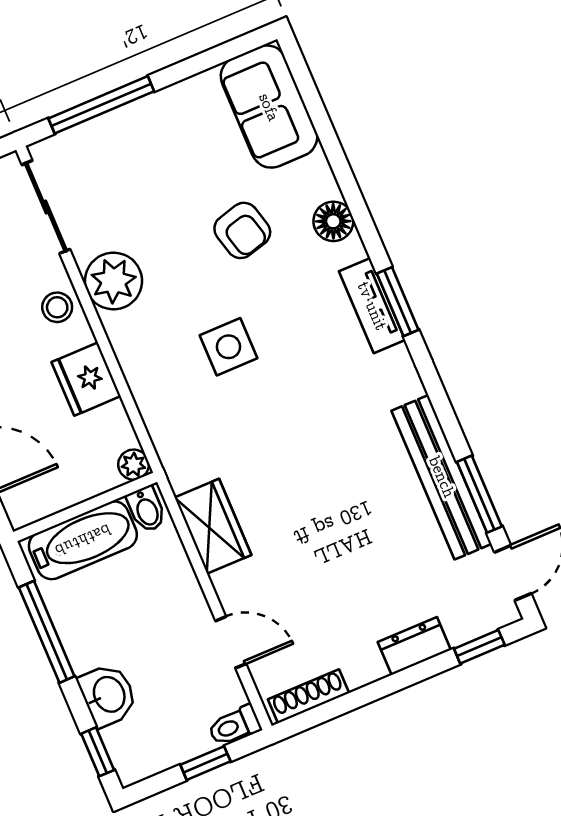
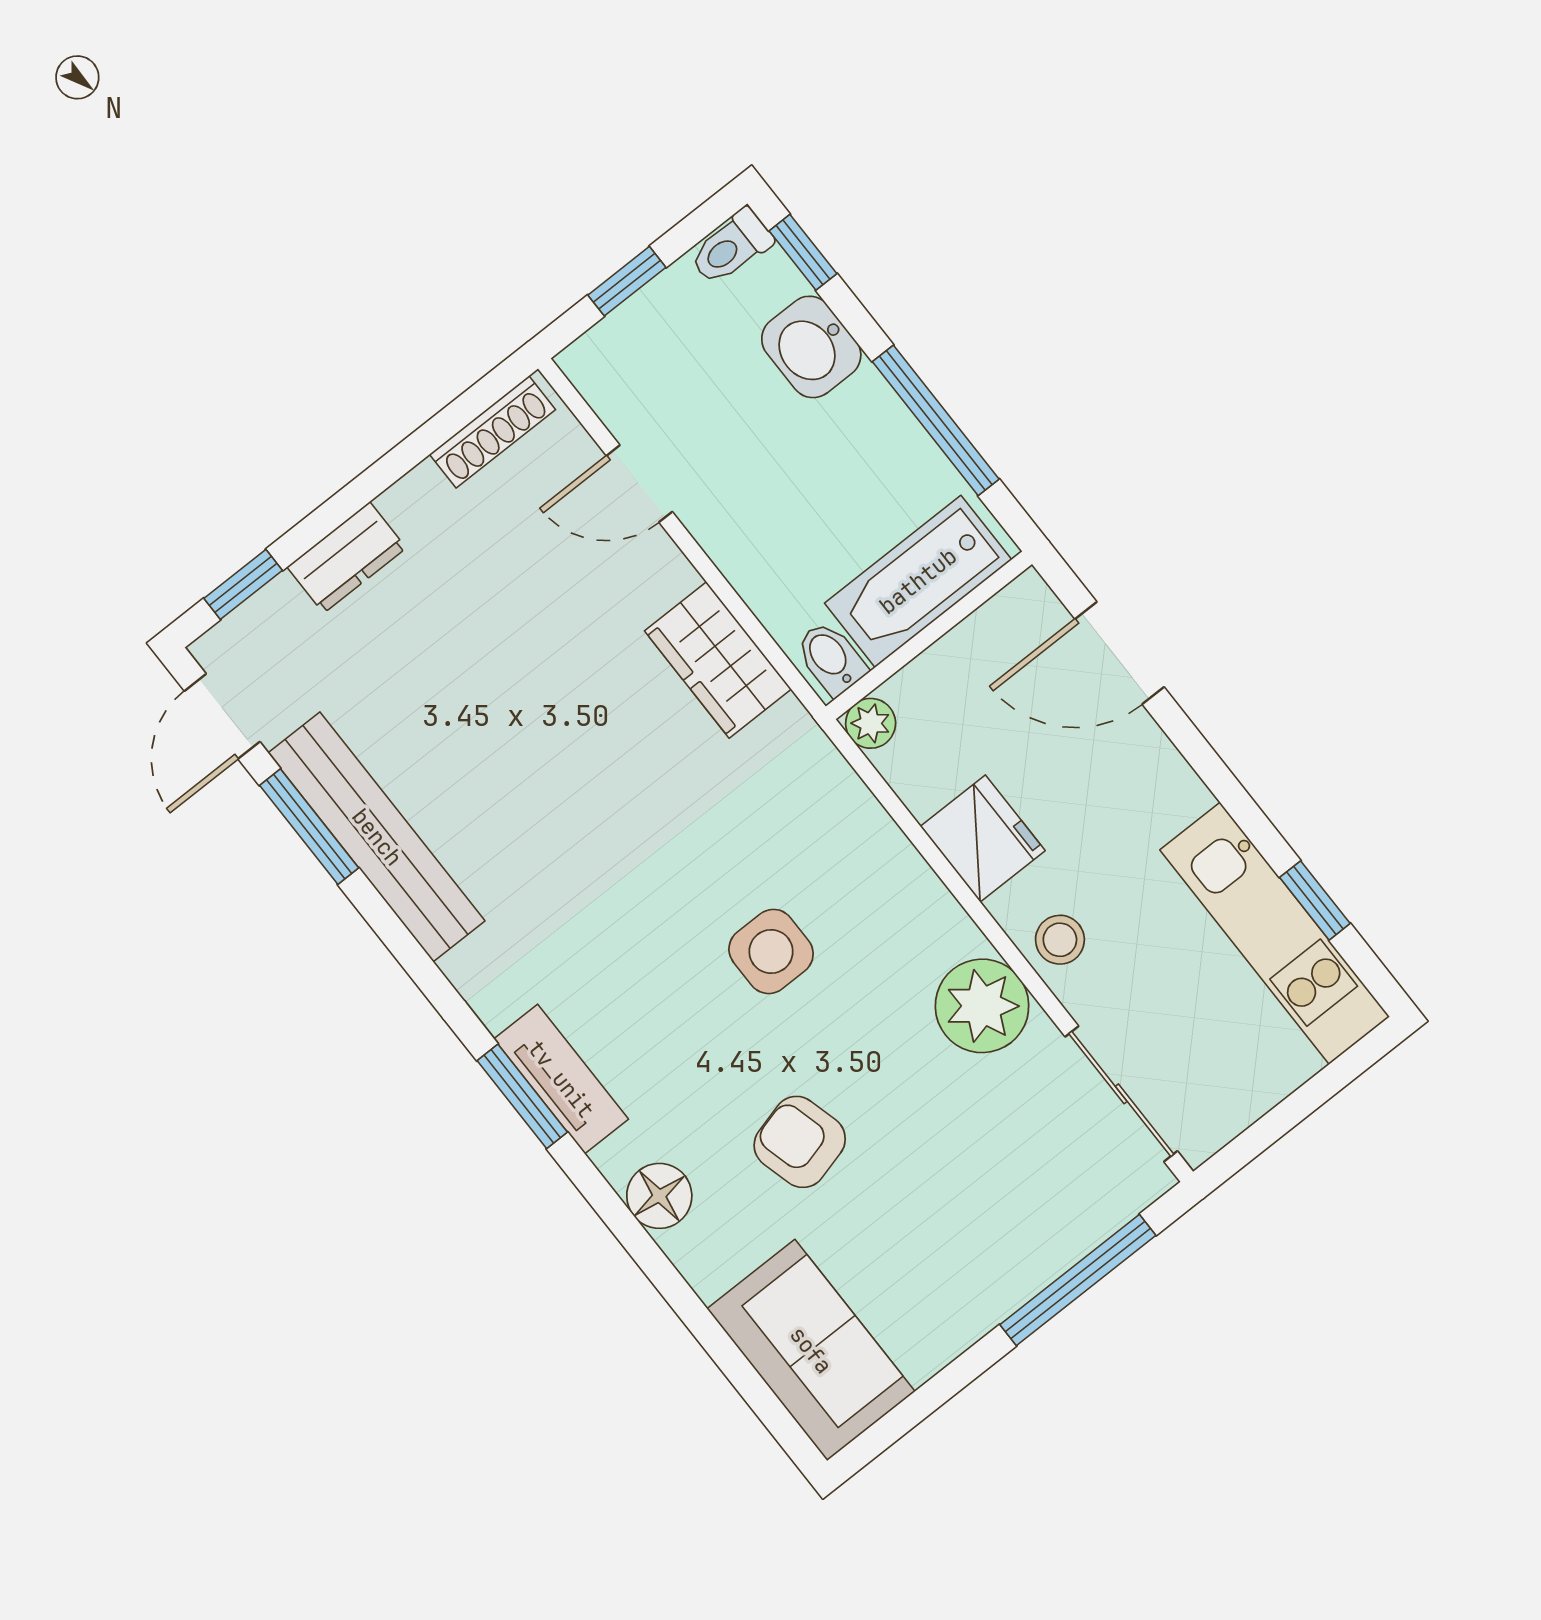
toilet: (235, 726) -> (731, 247), moved, turned 180

